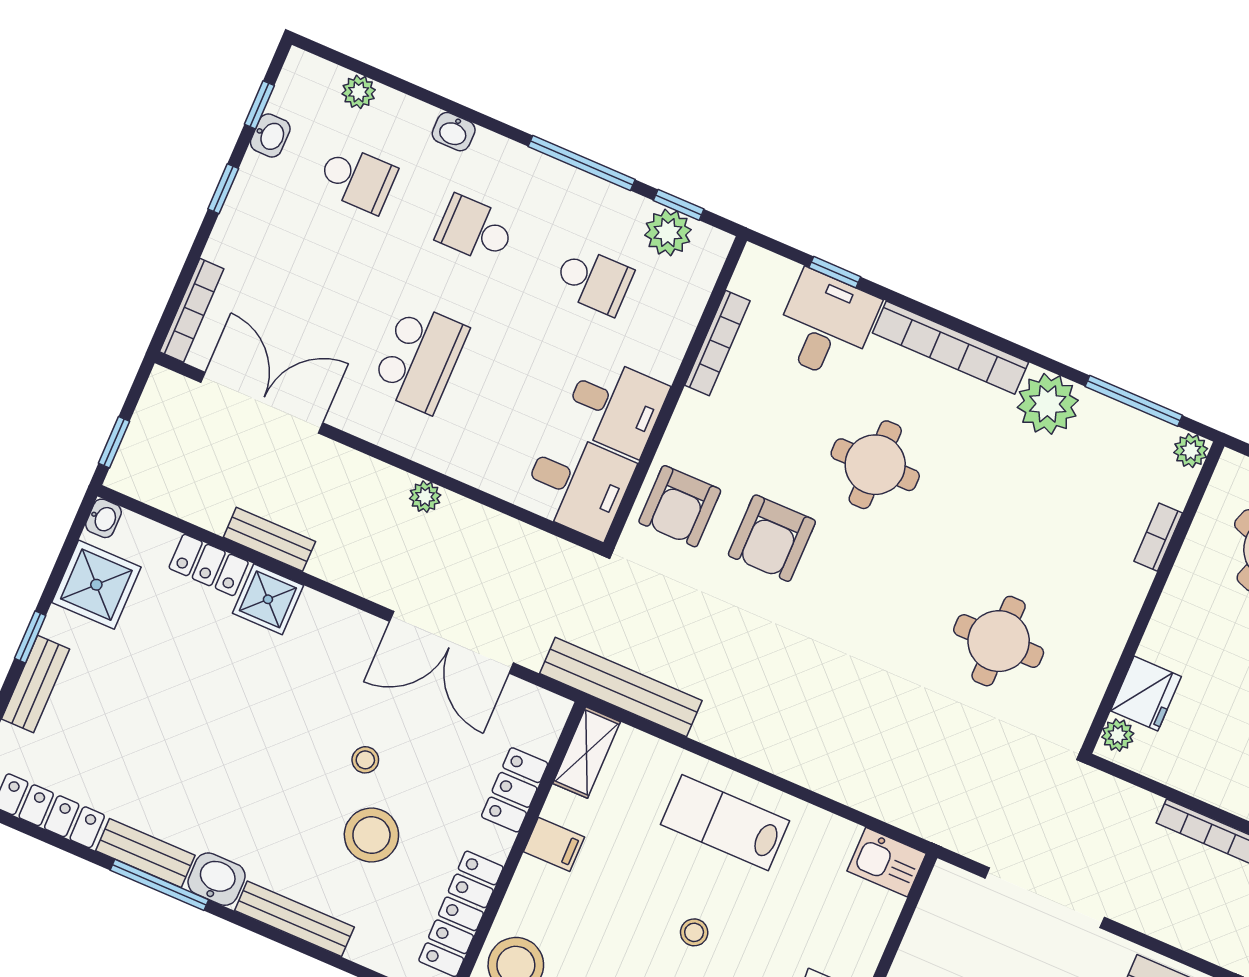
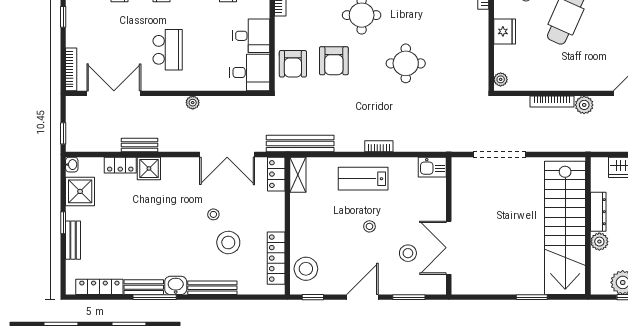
round table: (999, 641) -> (406, 63), moved
fridge: (1146, 694) -> (505, 31), moved
bookcase: (790, 767) -> (379, 146), added
locker: (515, 790) -> (276, 174), moved
filing cabinet: (554, 844) -> (301, 216), removed

